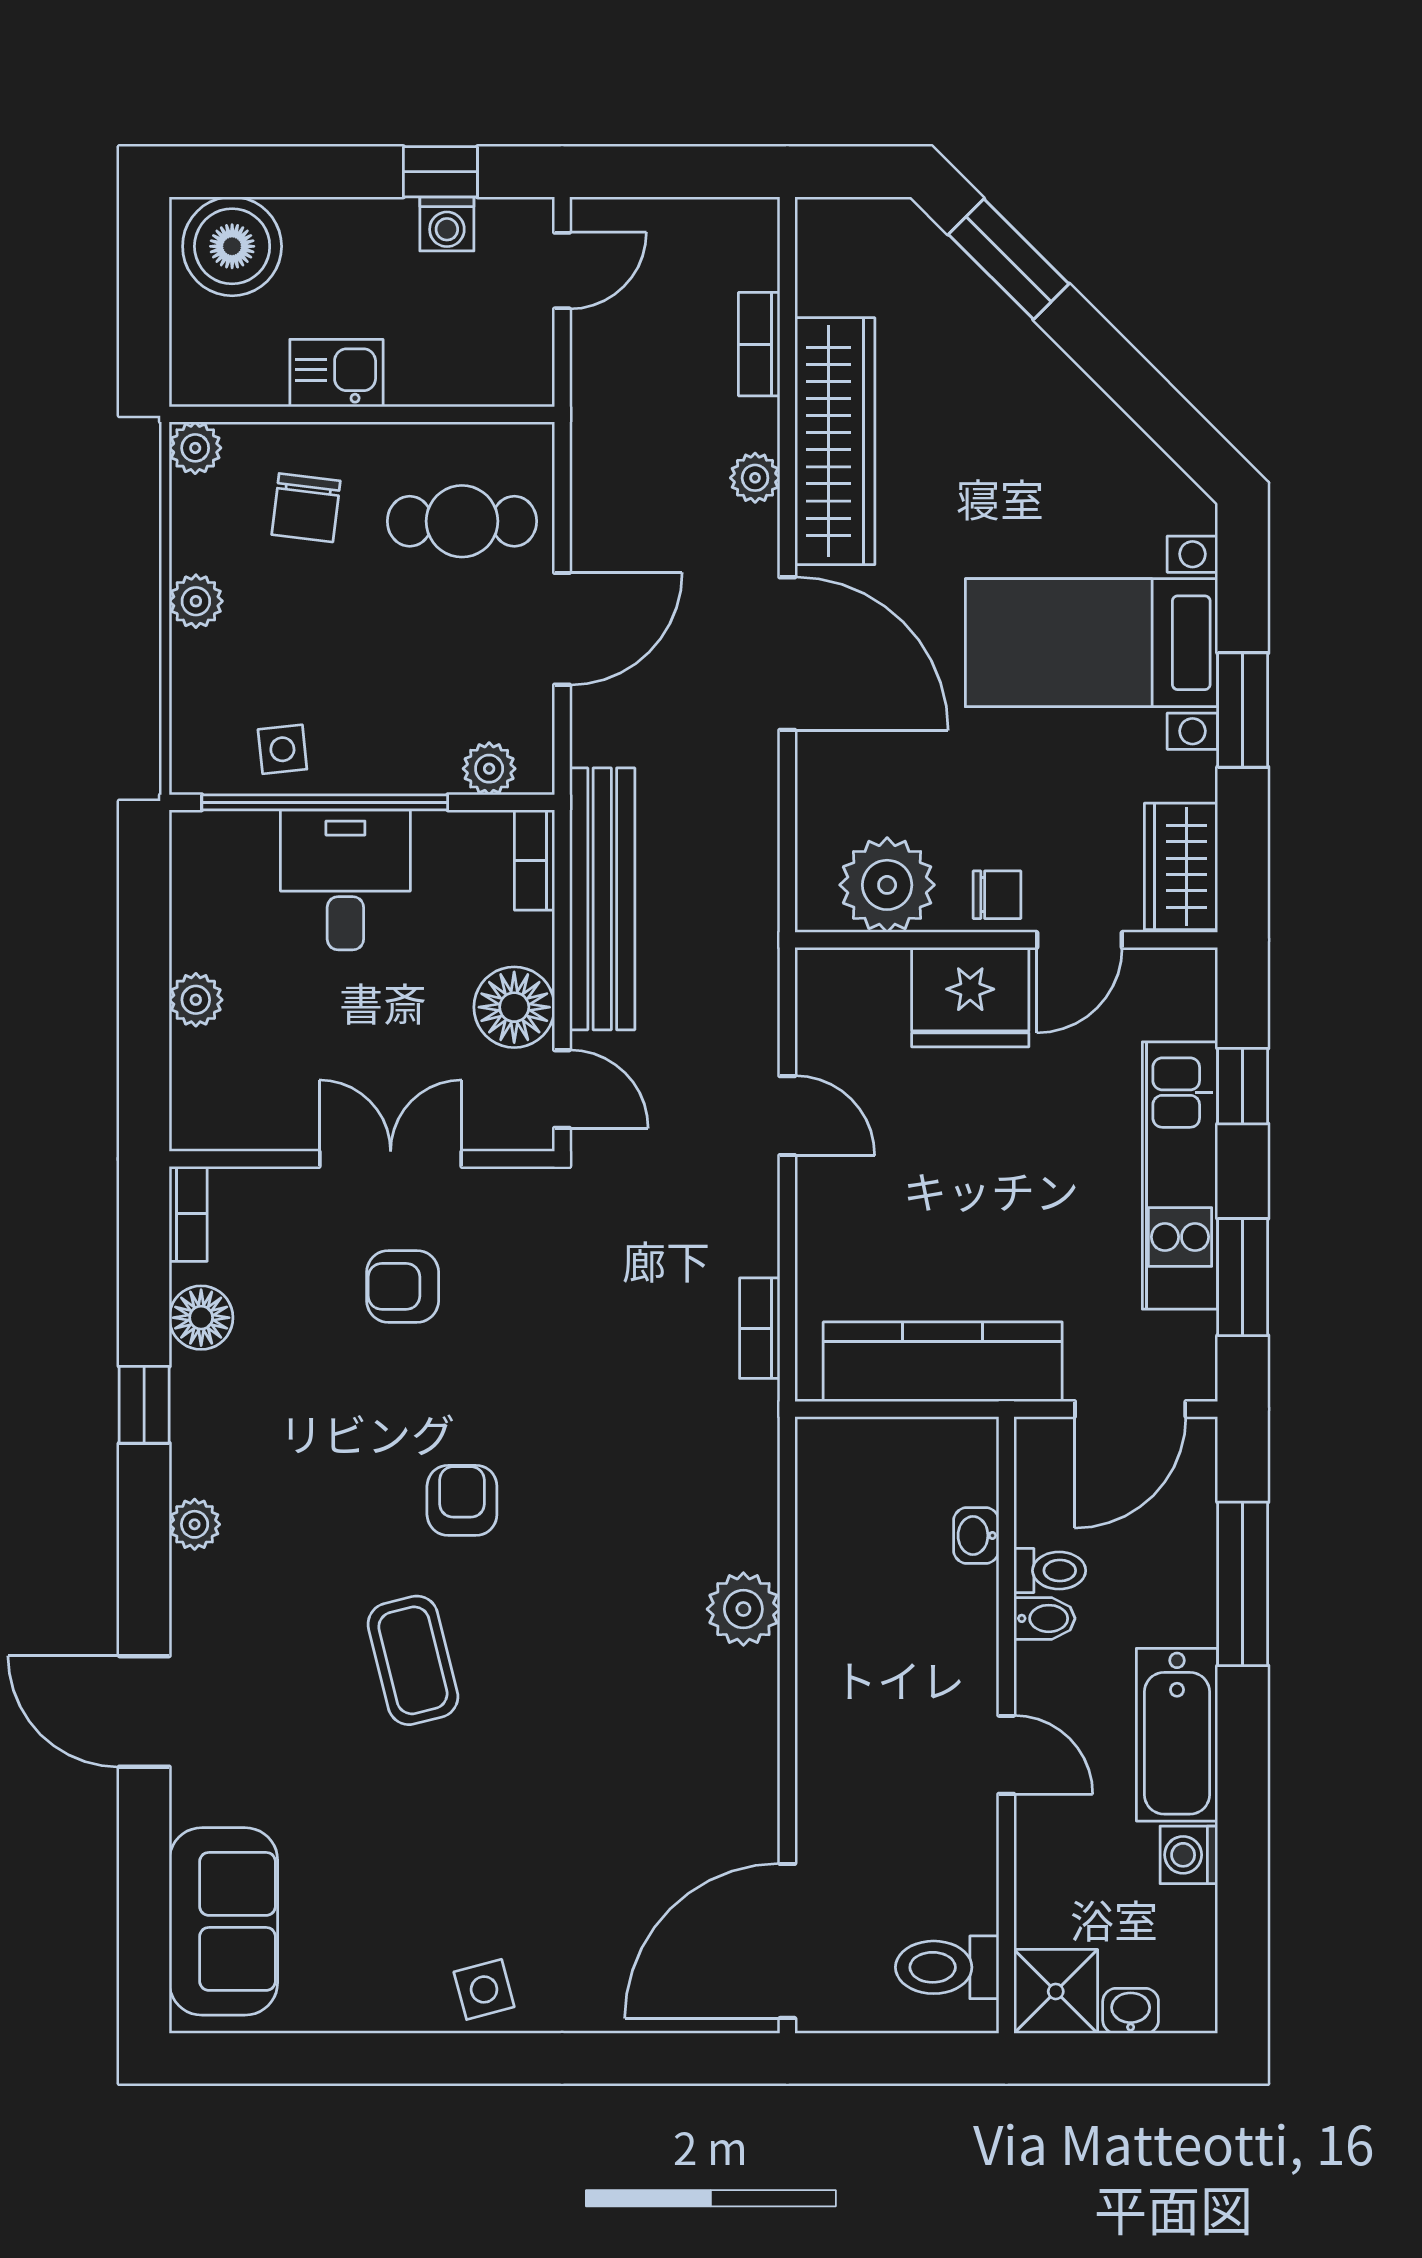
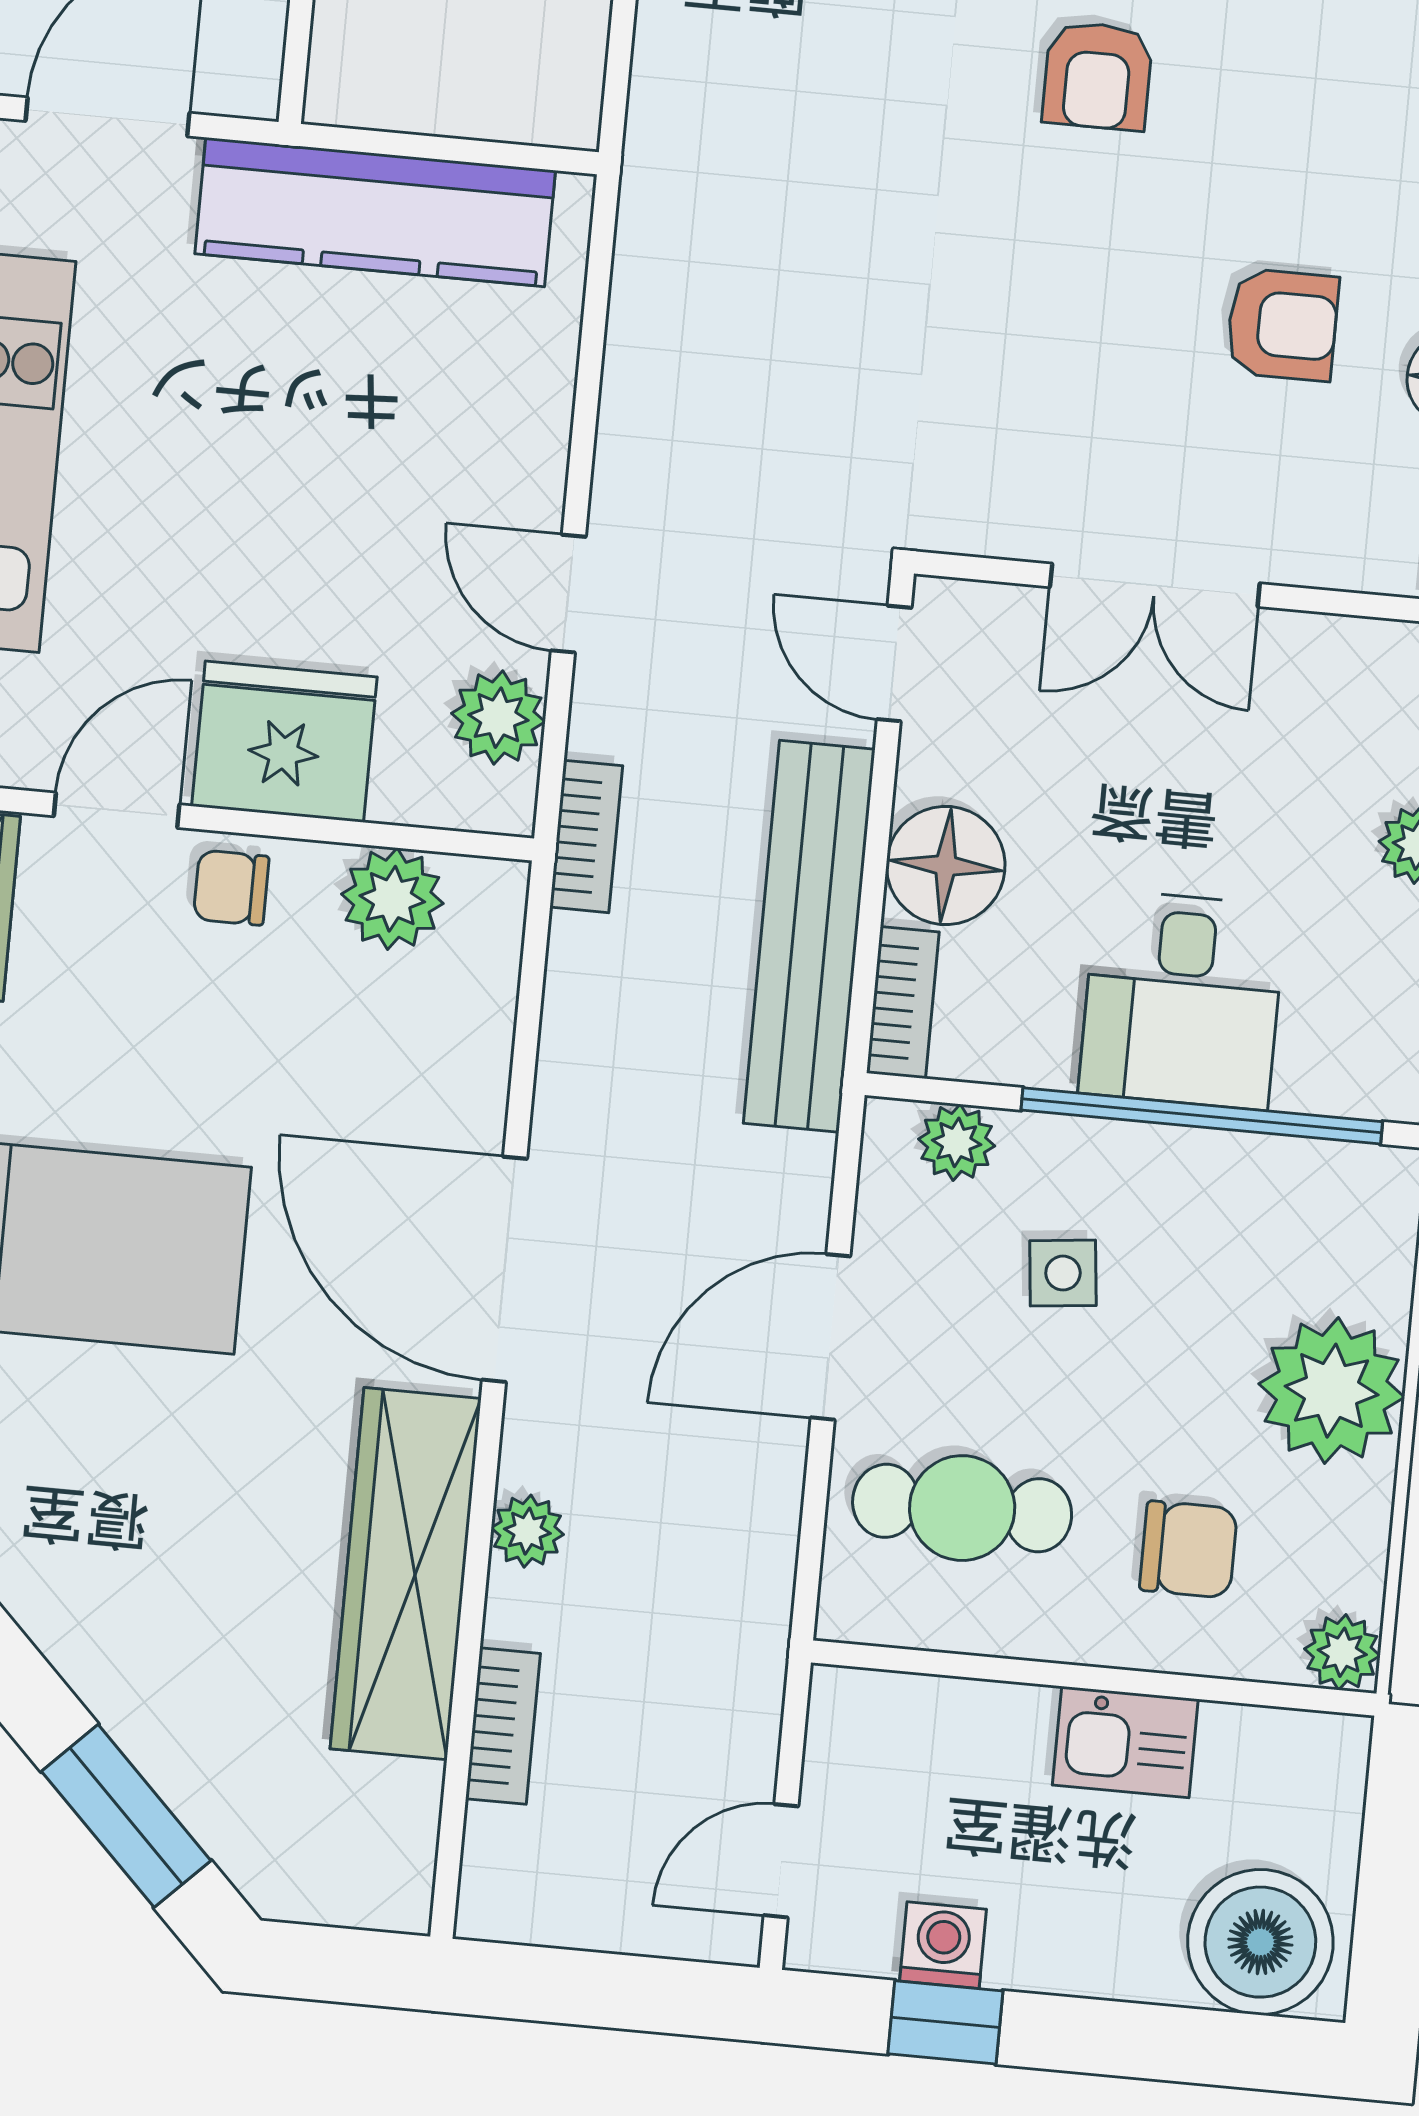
chair: (306, 508) -> (1188, 1549), turned 83
plant: (196, 601) -> (1332, 1391), width x1.88, depth x1.88
side table: (282, 749) -> (1063, 1273), moved
plant: (887, 885) -> (392, 899), width x0.73, depth x0.73
floor lamp: (514, 1007) -> (946, 865), moved
plant: (827, 1027) -> (498, 718), added
armchair: (403, 1286) -> (1282, 325), moved
bookcase: (760, 1328) -> (586, 836), moved

